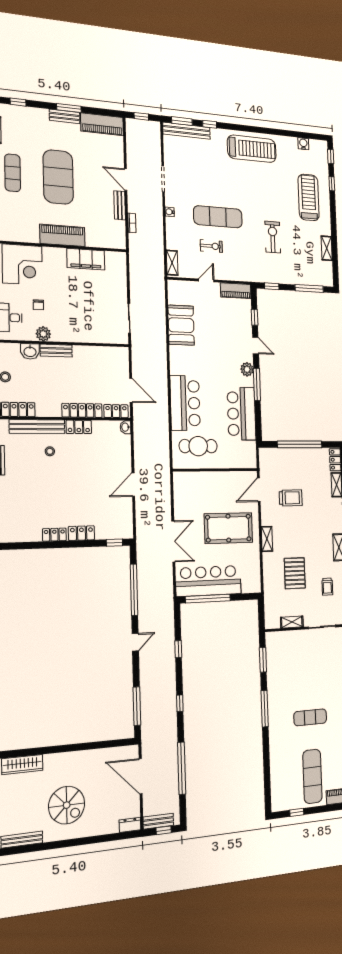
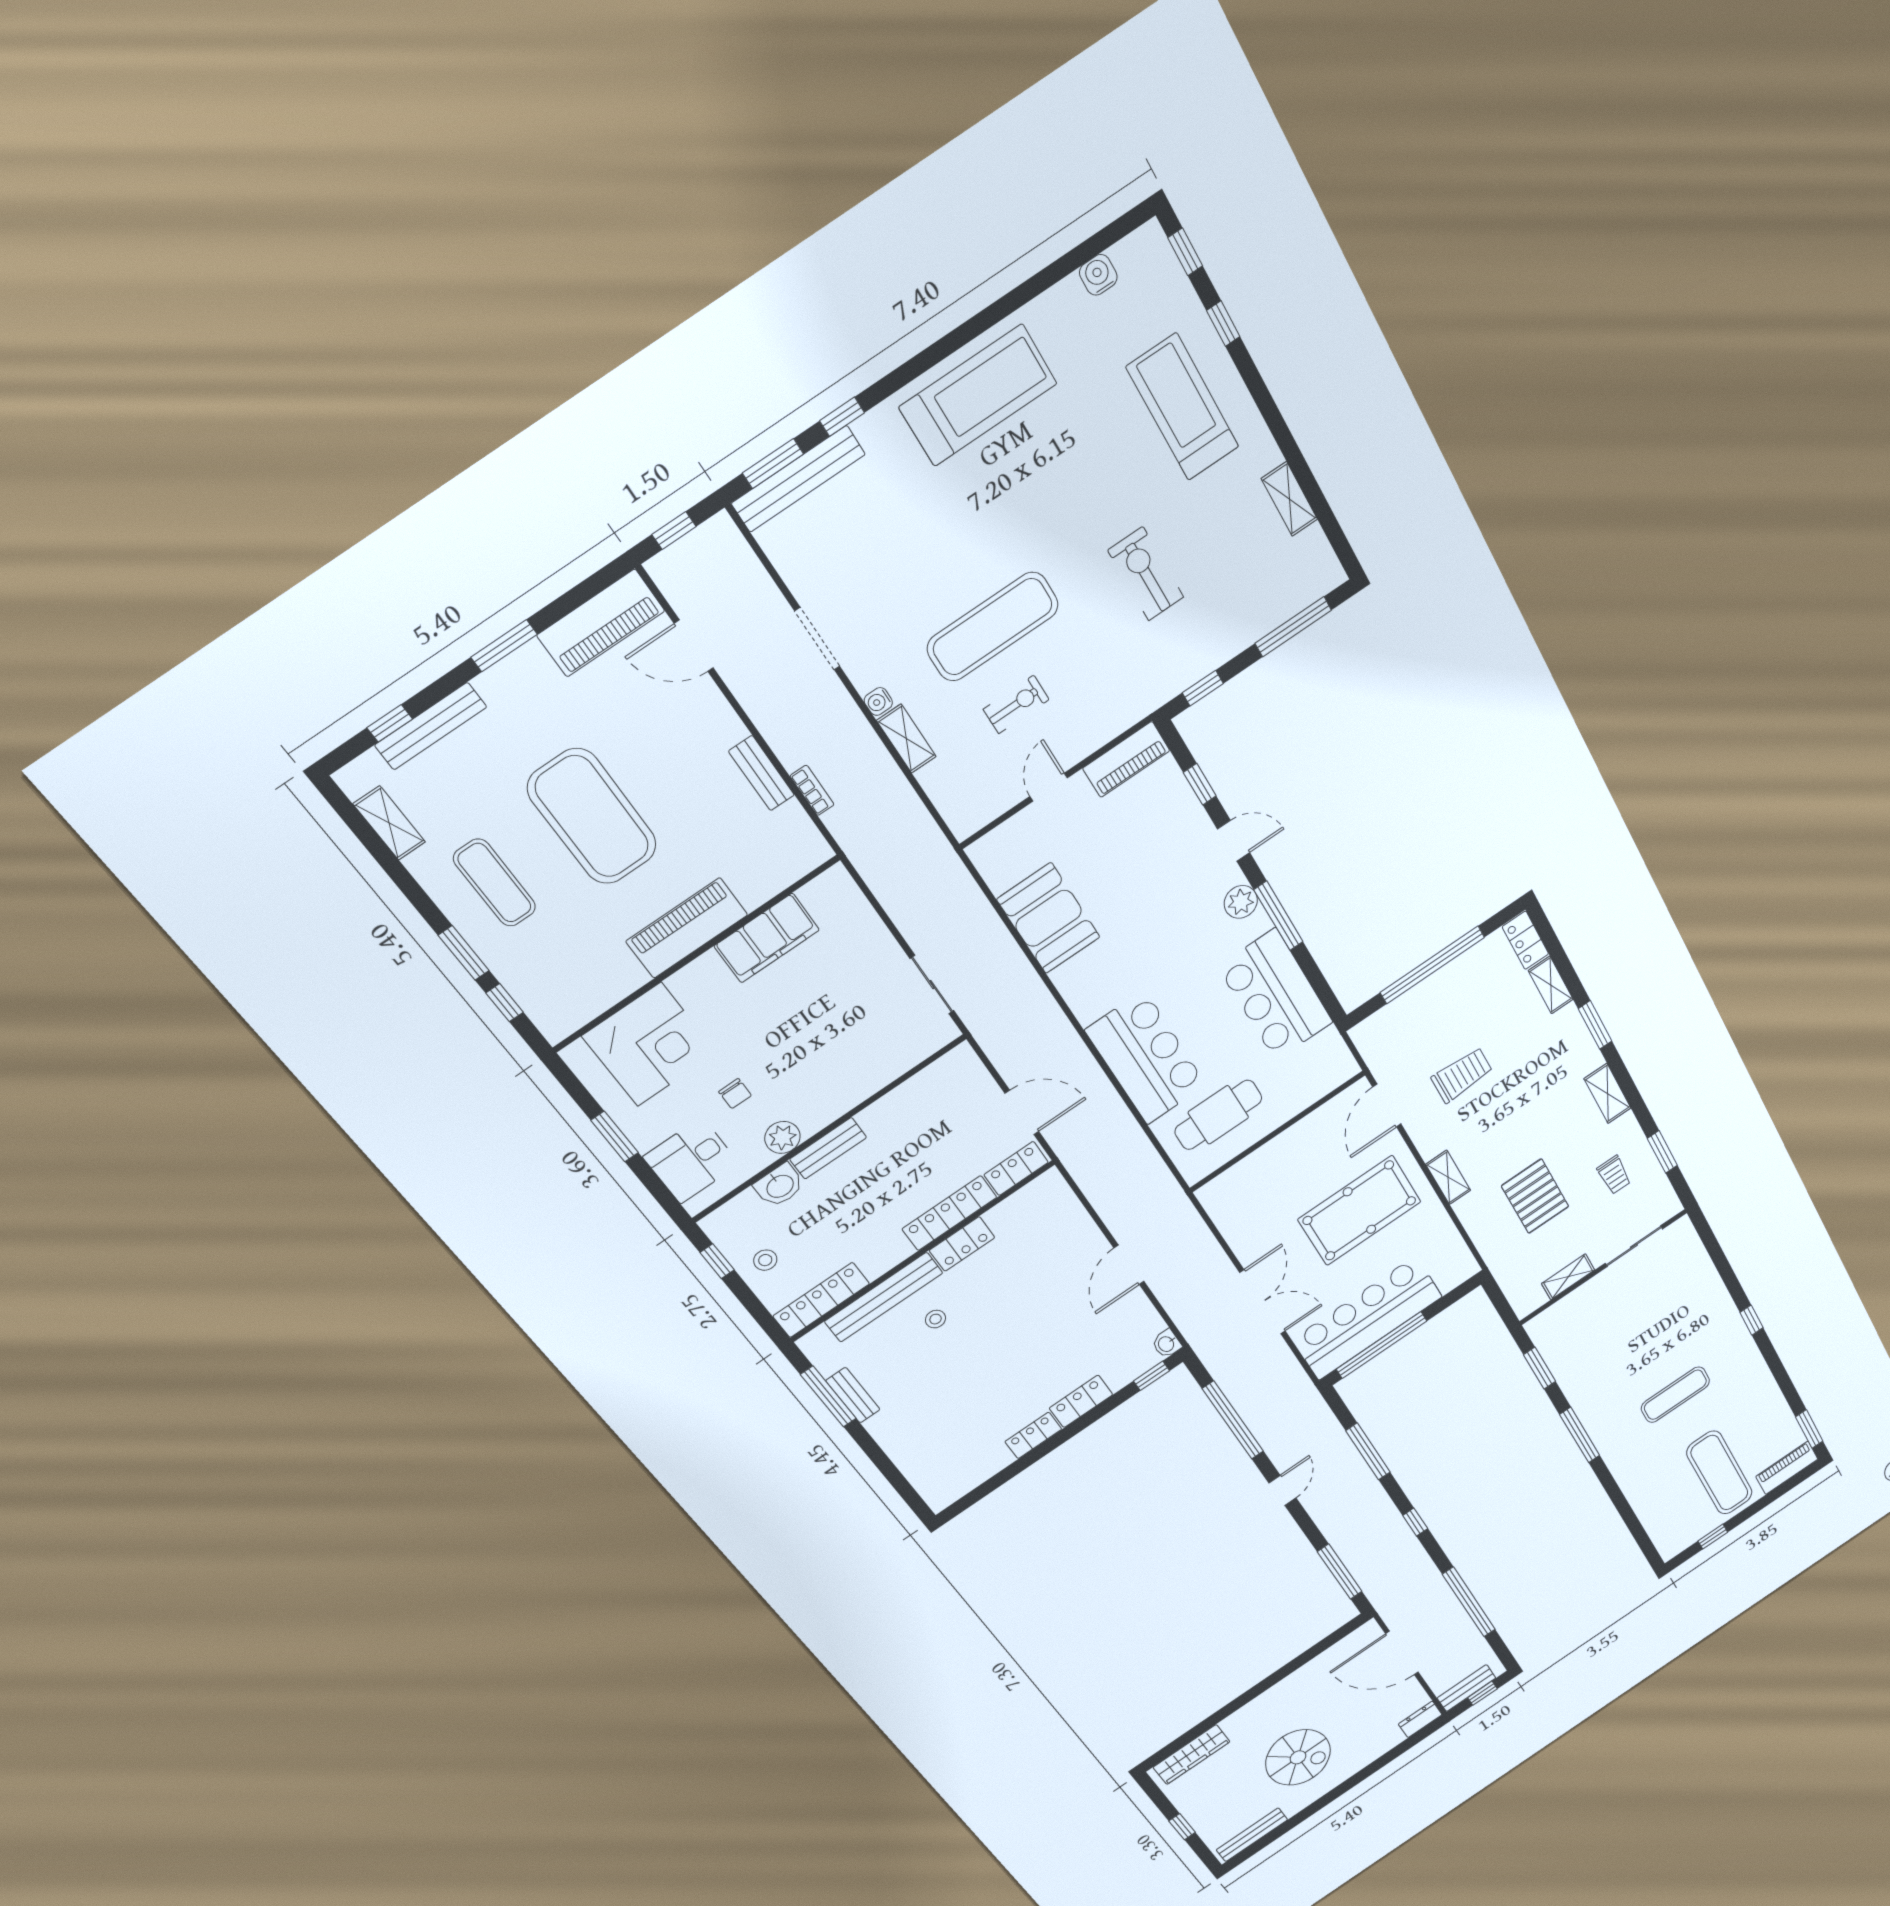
bench: (65, 116) -> (431, 726), moved, width x1.36
door: (126, 180) -> (694, 646), moved
shelving: (172, 263) -> (906, 739), moved
washbasin: (125, 427) -> (1167, 1344), moved
window: (178, 649) -> (1368, 1452), width x2.17

